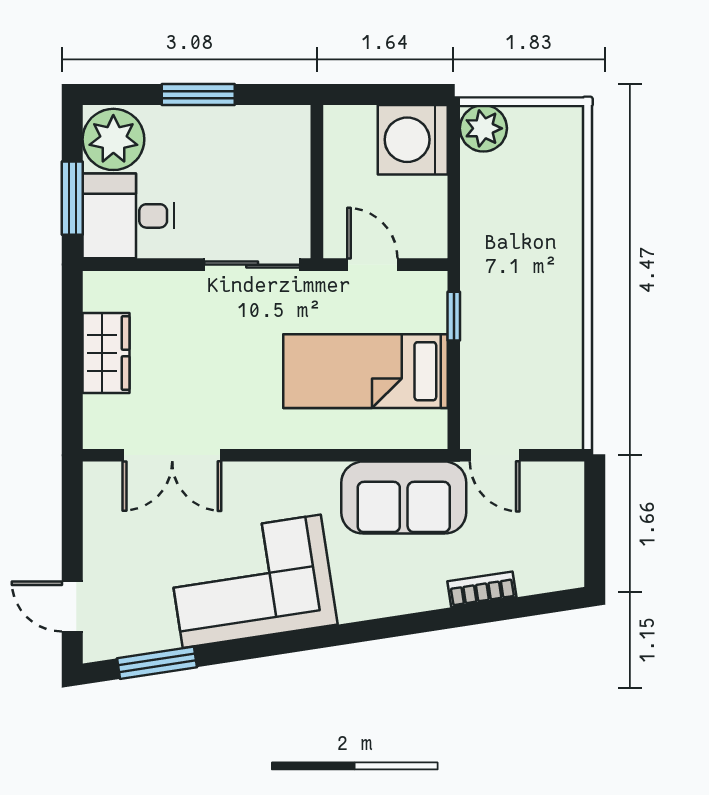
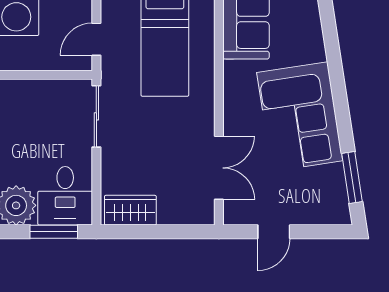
wardrobe: (106, 353) -> (130, 210), moved
door: (72, 606) -> (274, 232), moved

